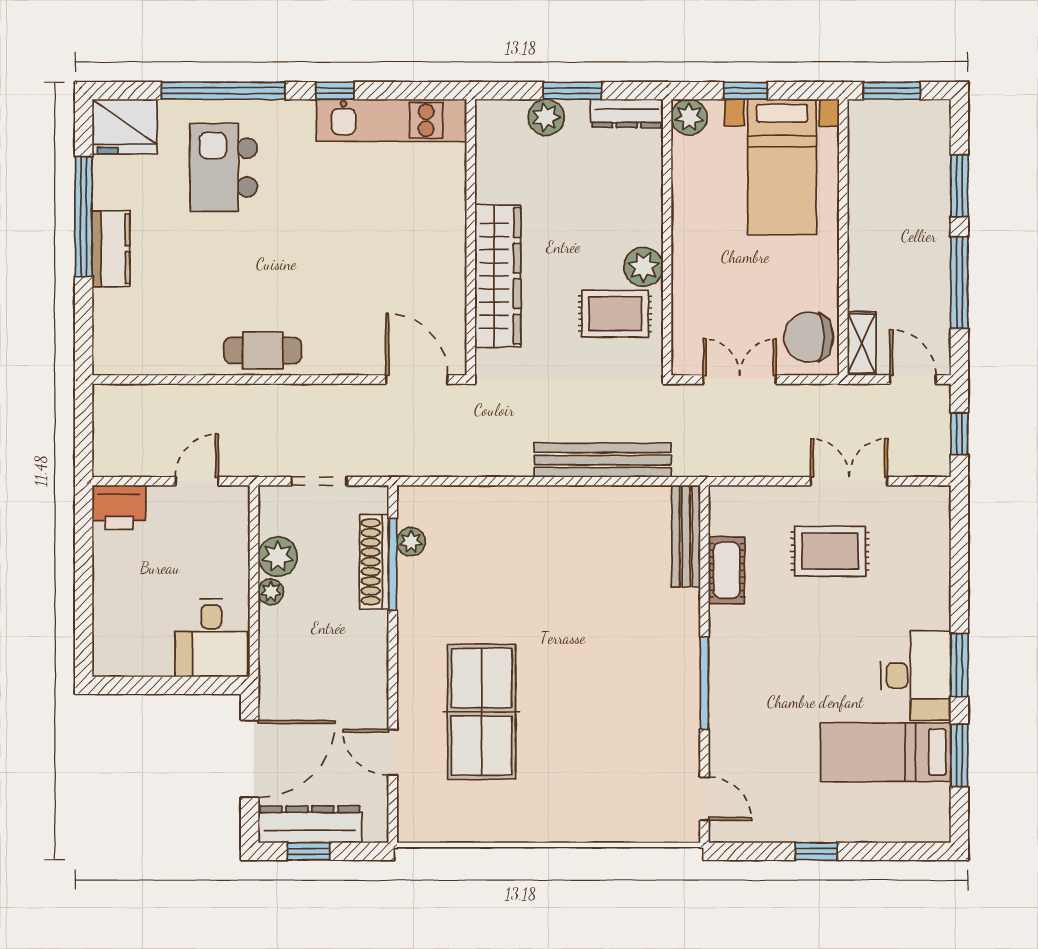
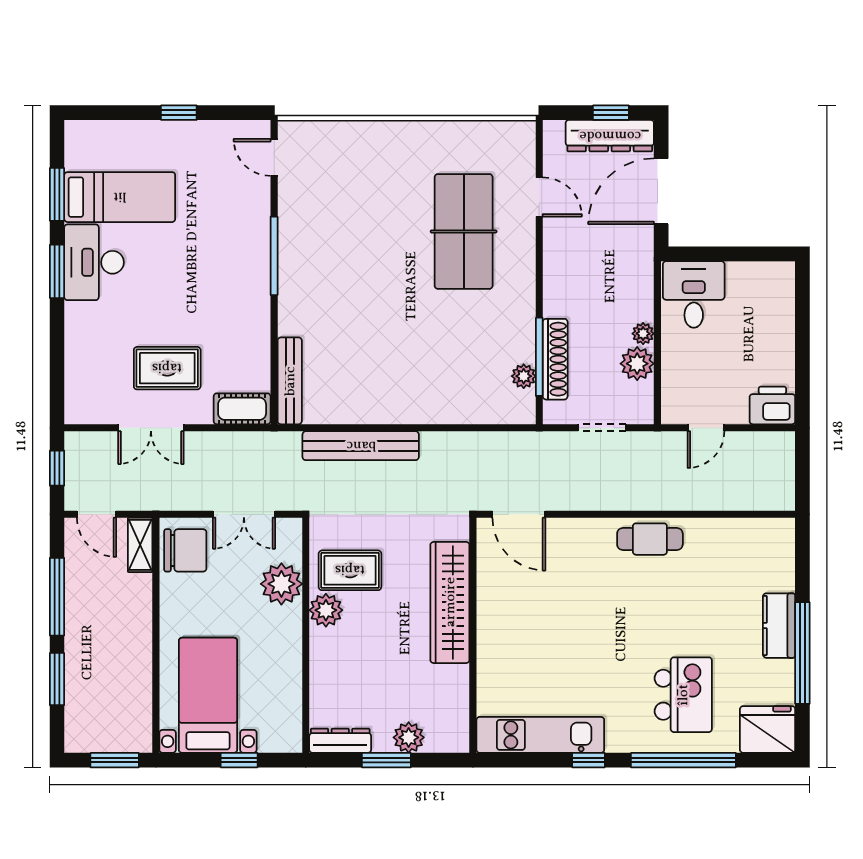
plant: (689, 117) -> (281, 584), moved, width x1.36, depth x1.36
cot: (727, 570) -> (242, 409), moved, turned 90

